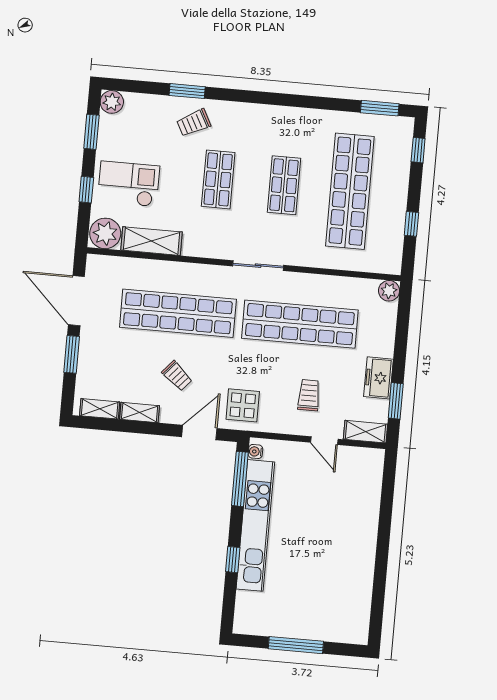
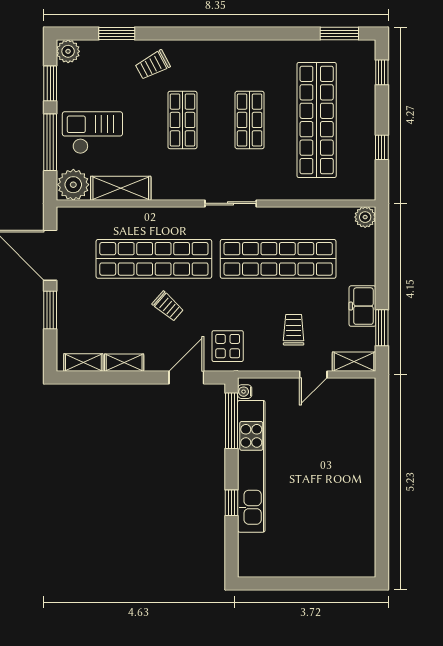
window: (187, 91) -> (117, 33), moved
window: (86, 190) -> (50, 142), width x2.17
trolley: (177, 376) -> (168, 306), moved
door: (324, 441) -> (313, 374), hinge flipped
window: (296, 645) -> (303, 584), removed

